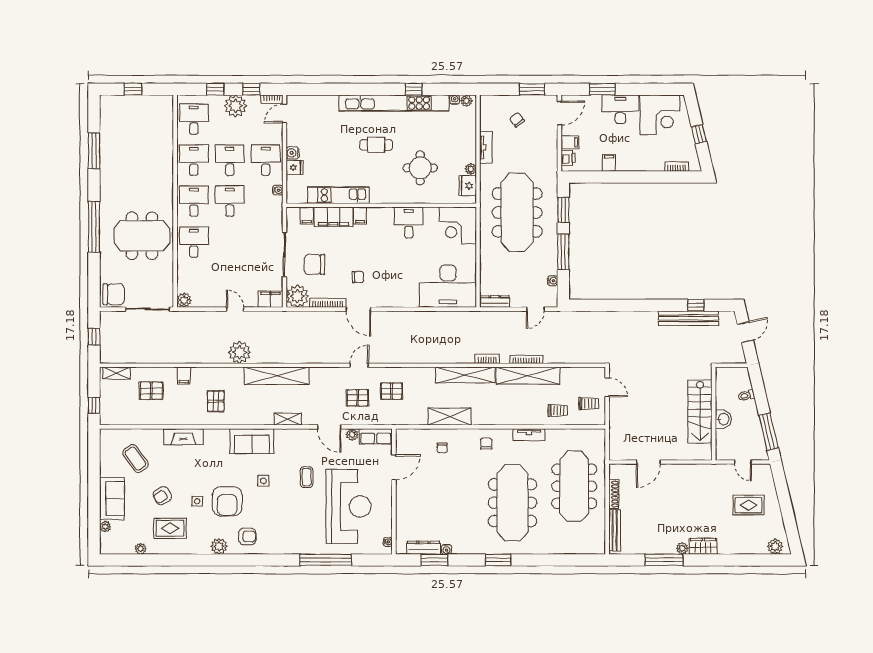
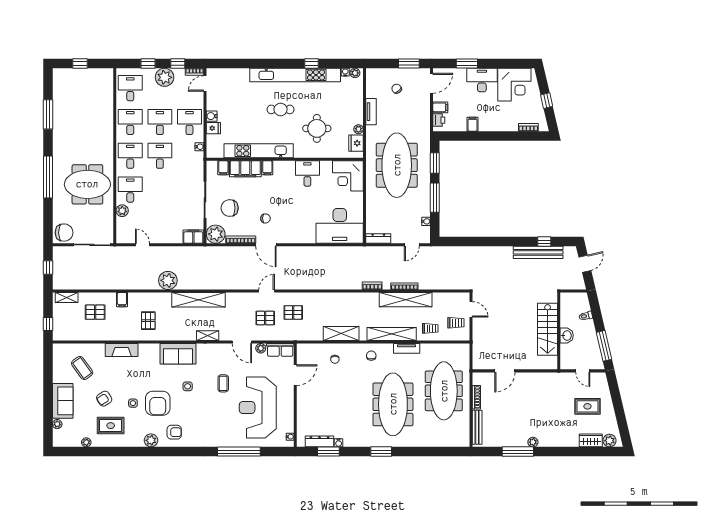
kitchen unit: (338, 195) -> (259, 151), width x1.36
plant: (184, 300) -> (122, 211), moved
door: (235, 309) -> (142, 245), moved
shelving: (465, 375) -> (392, 334), moved
reception desk: (348, 506) -> (258, 408), turned 180
wardrobe: (703, 546) -> (591, 440), moved

